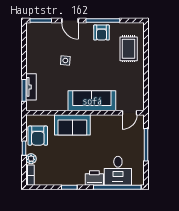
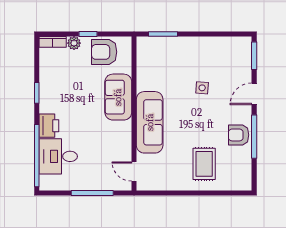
rug: (129, 49) -> (204, 164), moved, turned 90
tv unit: (31, 87) -> (168, 43), removed

